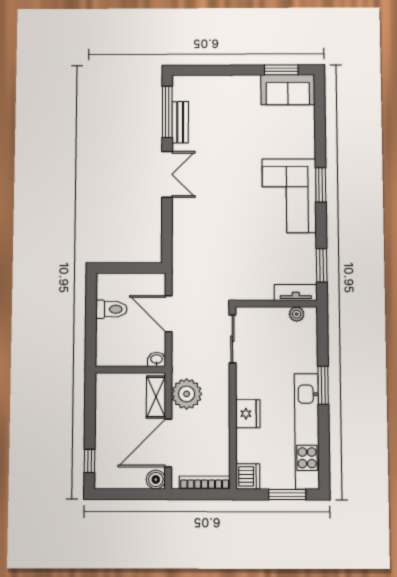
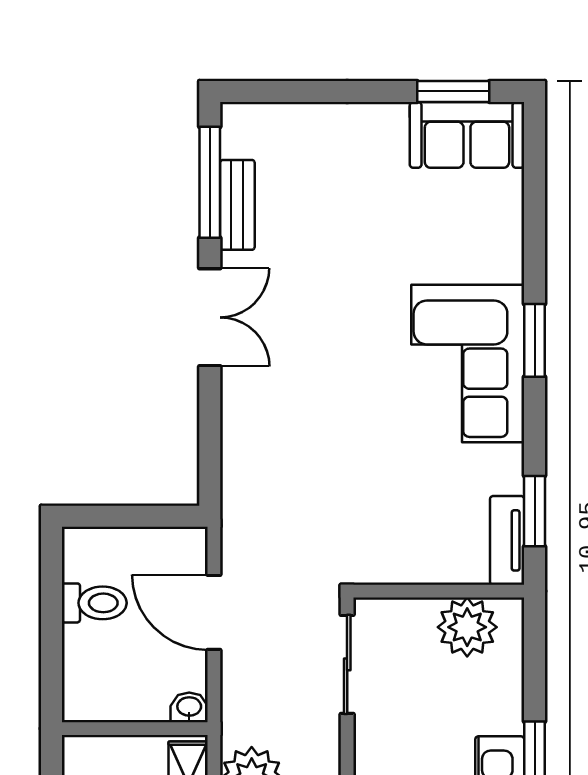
tv unit: (296, 292) -> (507, 540), moved, turned -90
plant: (297, 314) -> (467, 627), width x1.88, depth x1.88

